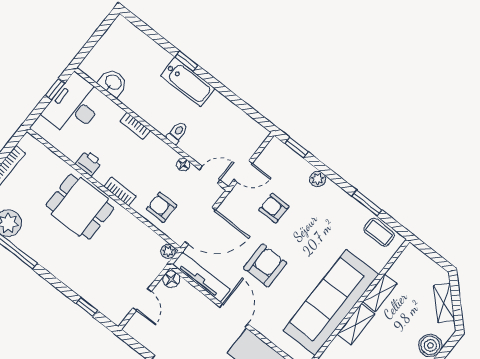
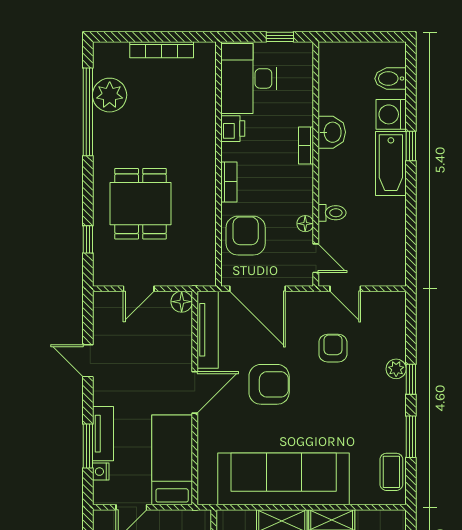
bidet: (135, 41) -> (390, 79), added
washing machine: (157, 58) -> (391, 114), added
washbasin: (113, 83) -> (332, 132), moved
desk: (74, 106) -> (248, 78), moved, turned -90
toilet: (177, 133) -> (332, 213), moved
window: (296, 148) -> (411, 379), moved
dining table: (80, 207) -> (141, 204), moved
armchair: (161, 207) -> (246, 236), width x1.38, depth x1.38
plant: (168, 251) -> (207, 277), removed

